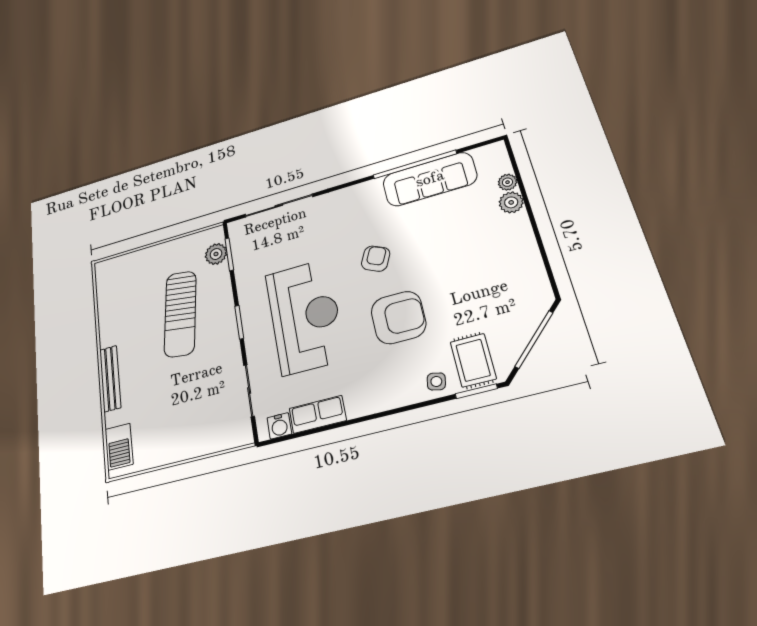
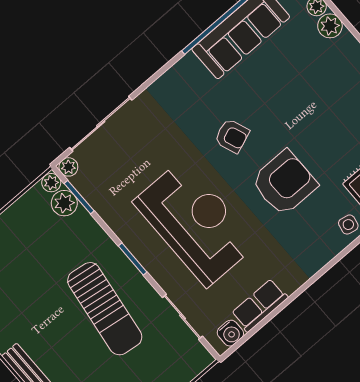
plant: (236, 228) -> (68, 167), added
plant: (216, 234) -> (51, 183), added
armchair: (376, 259) -> (232, 136), turned 134
sun lounger: (180, 314) -> (105, 309), moved

